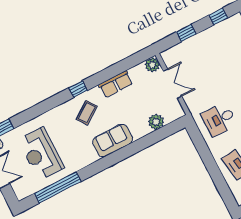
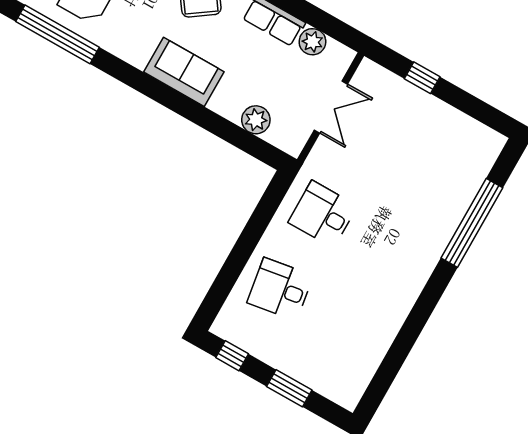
window: (218, 16) -> (480, 110), removed
plant: (152, 65) -> (312, 42), moved

